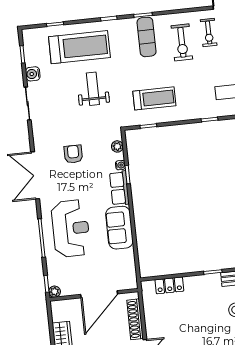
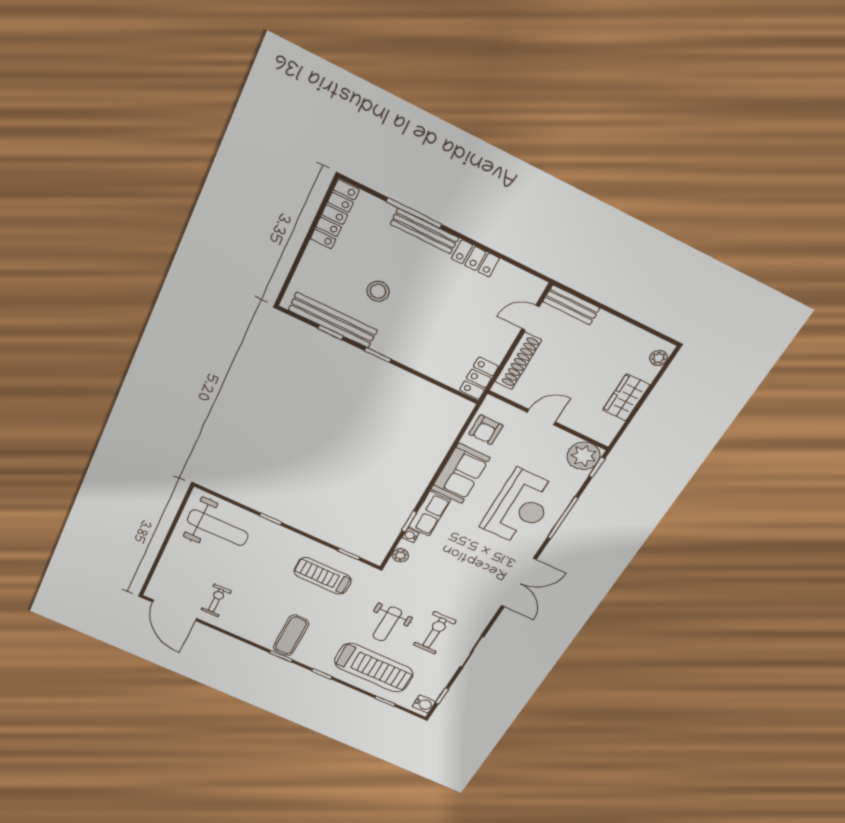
exercise bike: (182, 42) -> (435, 633), moved
treadmill: (79, 47) -> (374, 668), turned 180
water cooler: (33, 74) -> (424, 704), moved
armchair: (73, 154) -> (486, 430), moved
reception desk: (71, 228) -> (520, 507), turned 180
locker: (169, 285) -> (479, 378), moved, turned -90
plant: (55, 292) -> (584, 456), width x1.88, depth x1.88
door: (99, 294) -> (541, 417), width x0.53

